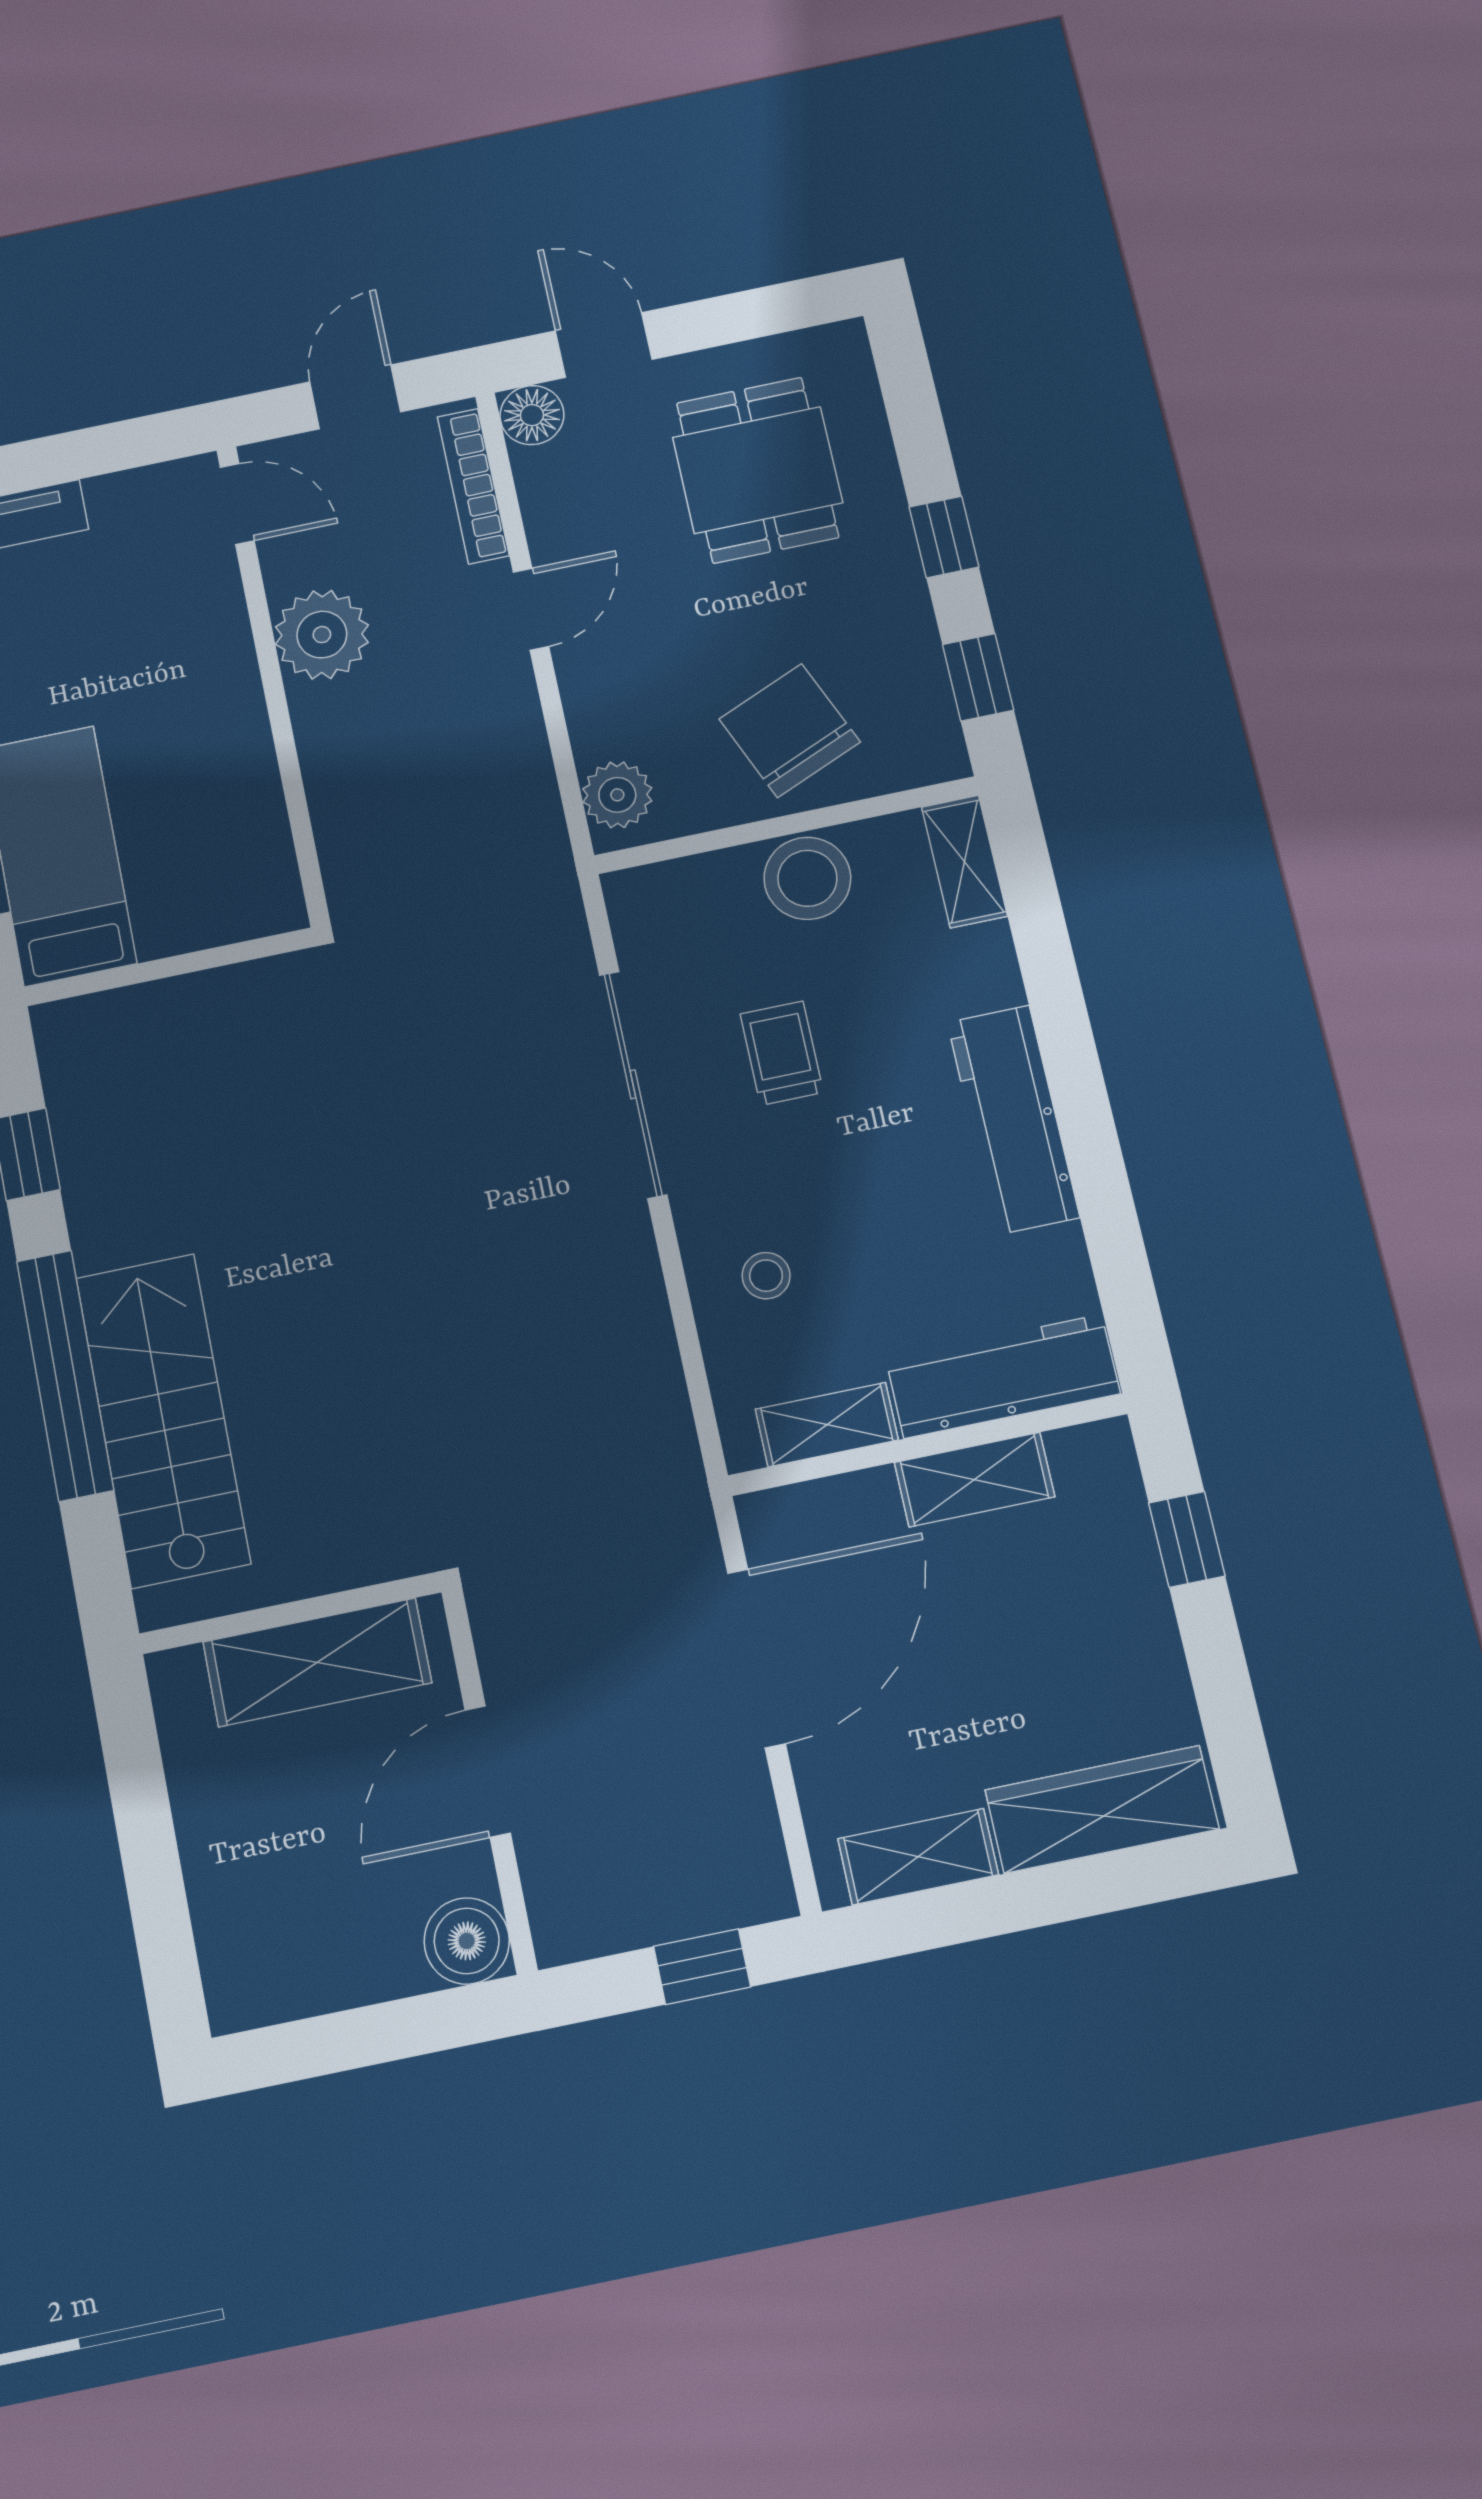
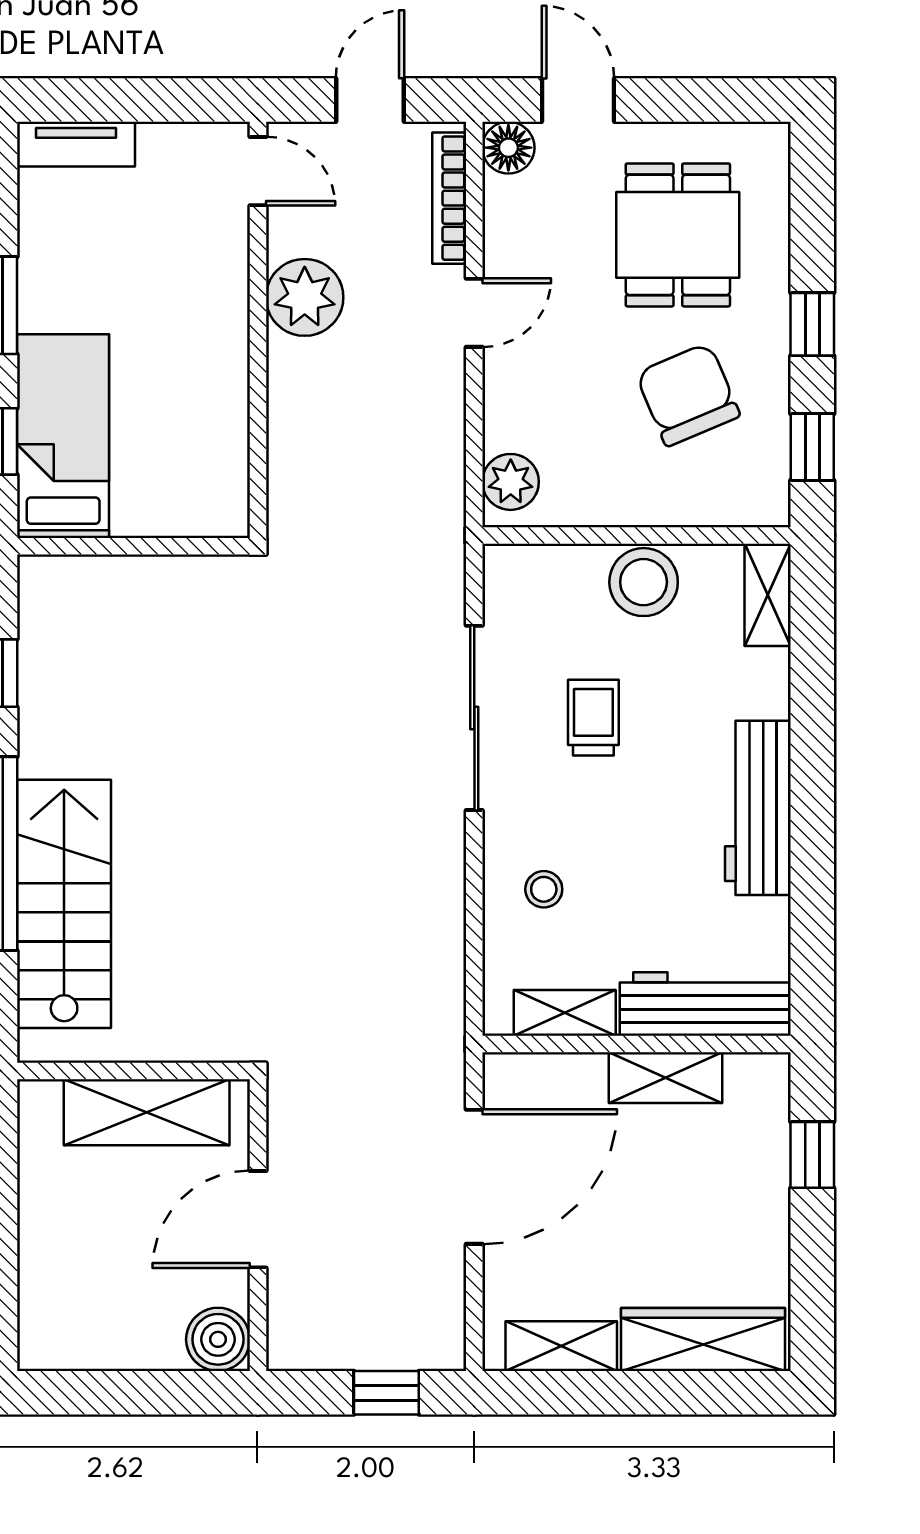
chair: (790, 730) -> (688, 395), moved

